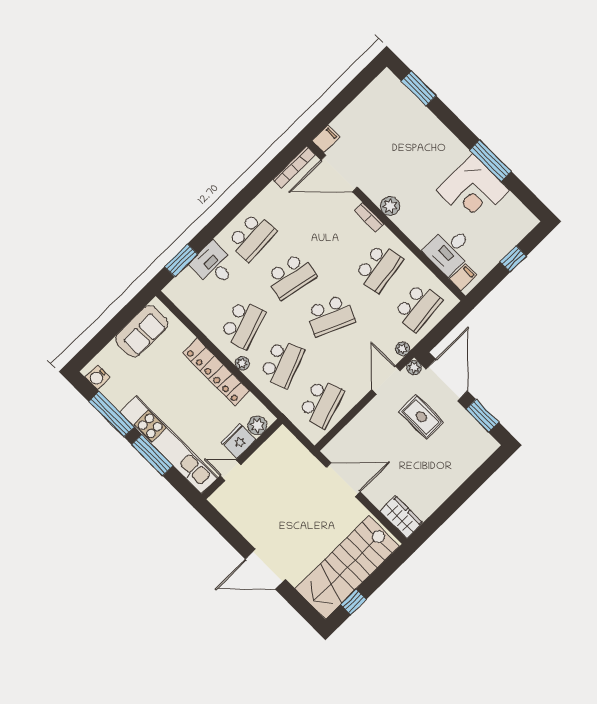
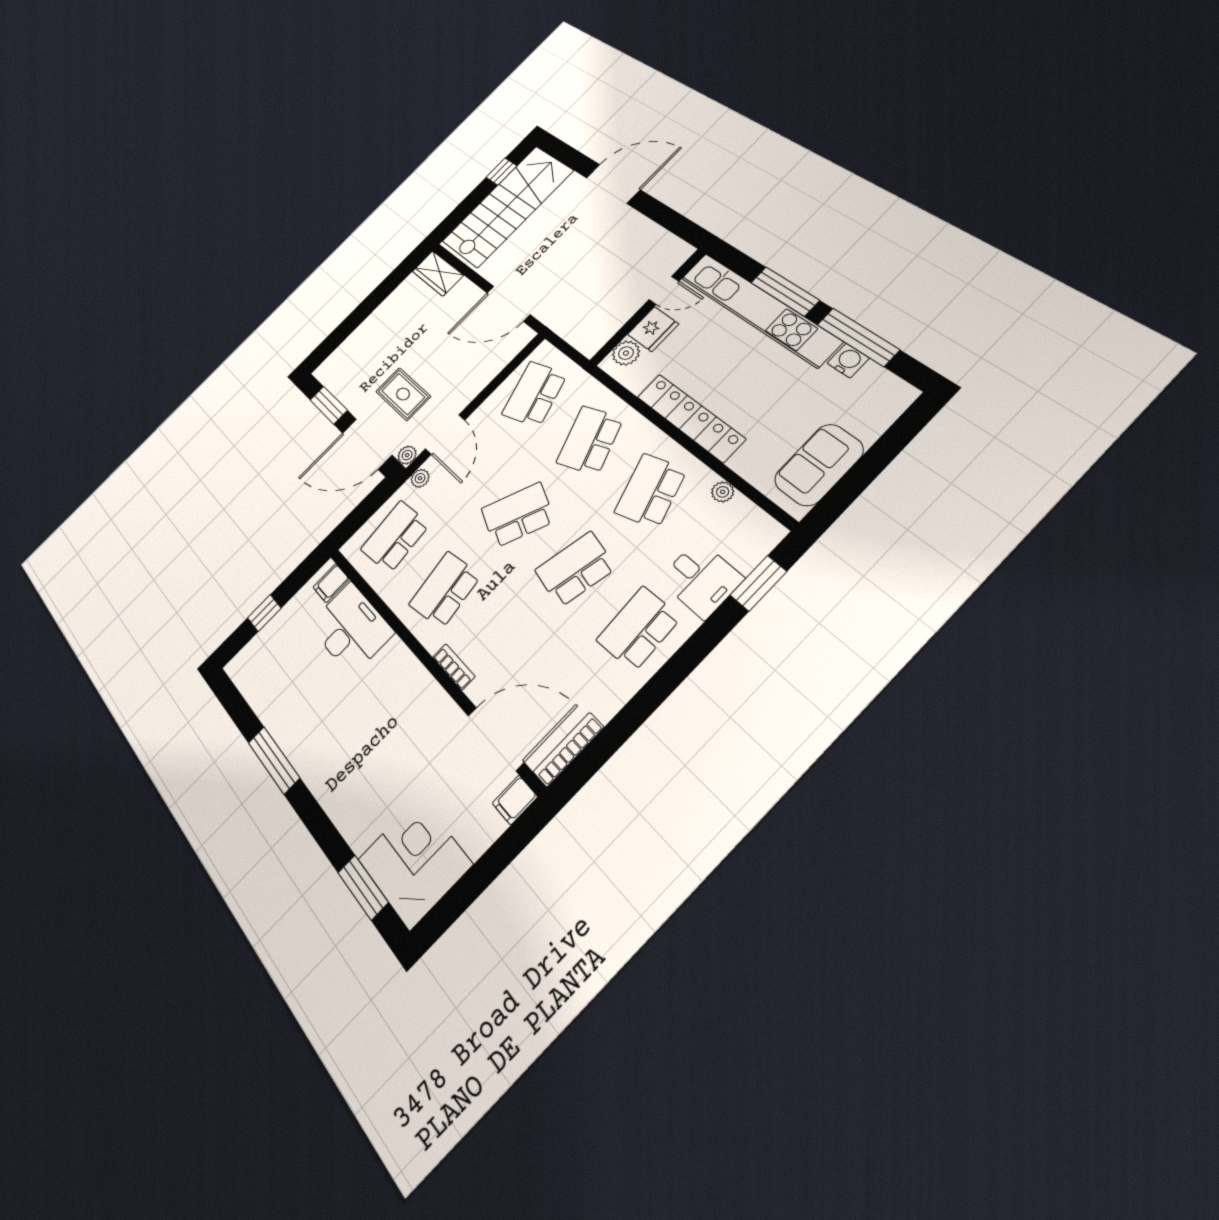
corner desk: (473, 190) -> (415, 862), moved
plant: (390, 206) -> (422, 686), removed
desk: (449, 250) -> (351, 629), width x1.37
plant: (242, 363) -> (723, 492), moved
water cooler: (97, 377) -> (848, 361), moved
door: (447, 380) -> (367, 444), hinge flipped

